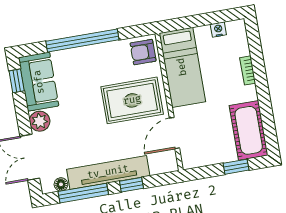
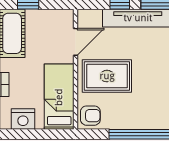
nightstand: (218, 30) -> (23, 119), width x1.89, depth x1.79

